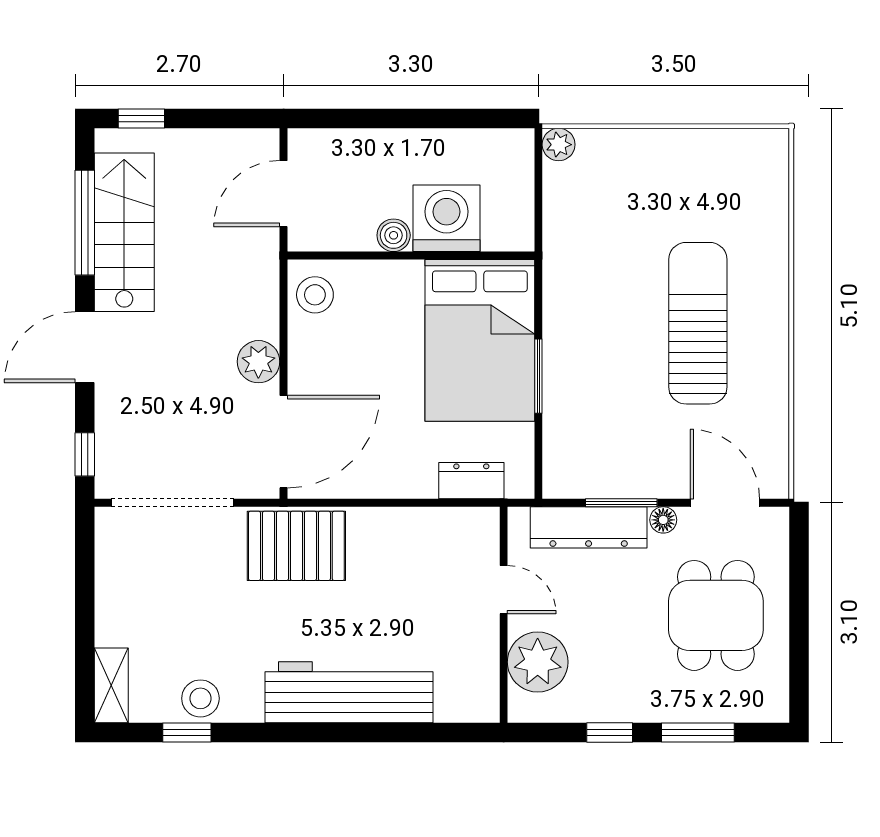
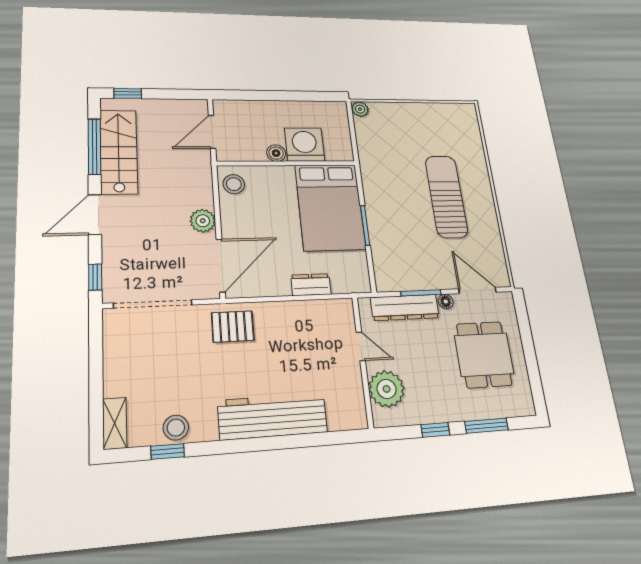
dresser: (471, 481) -> (311, 285), moved
pallet: (296, 546) -> (233, 327), width x0.67, depth x0.71

